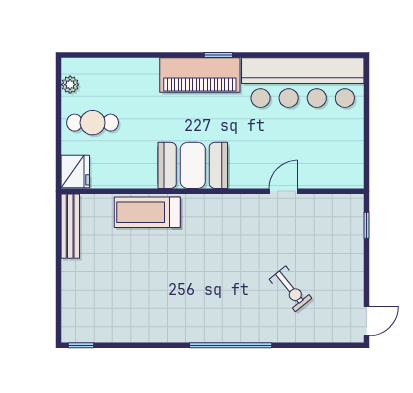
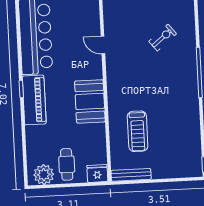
plant: (70, 85) -> (44, 175), width x1.88, depth x1.88
treadmill: (147, 212) -> (138, 131), moved

